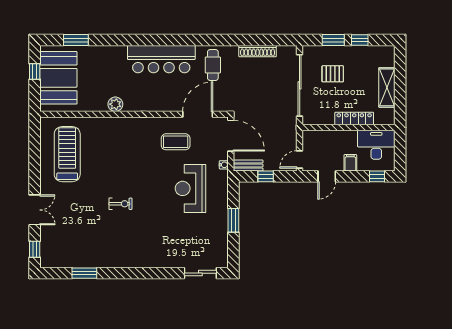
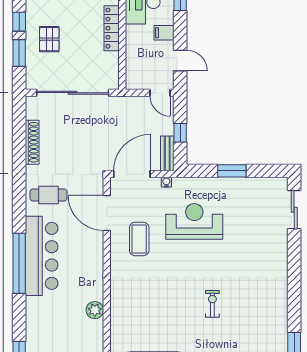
window: (155, 40) -> (19, 263), added
pallet: (333, 74) -> (49, 39), moved
reception desk: (190, 188) -> (194, 221), turned 180

